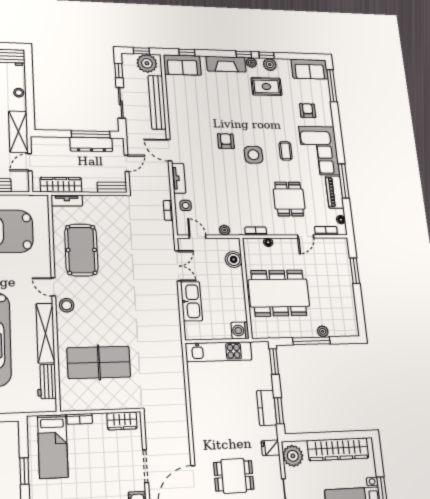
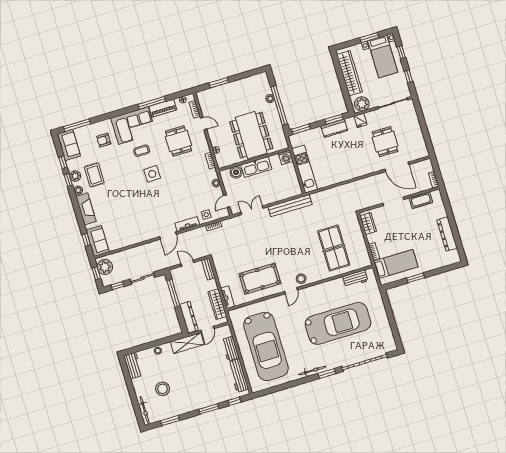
window: (244, 54) -> (63, 162), moved
bench: (157, 102) -> (290, 206), moved
armchair: (226, 141) -> (148, 196), removed
dresser: (91, 144) -> (189, 317), moved
door: (30, 162) -> (207, 329), hinge flipped
dining table: (289, 199) -> (179, 141), turned 90
kitchen sink: (191, 301) -> (256, 167), moved, turned 180
shelving: (45, 333) -> (324, 288), removed
window: (311, 341) -> (279, 105), width x1.46

